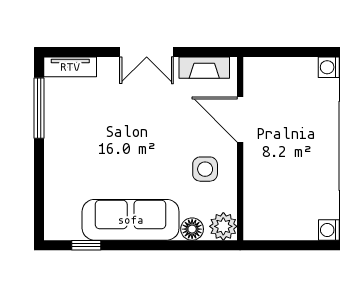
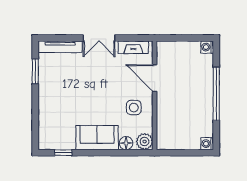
tv unit: (70, 67) -> (60, 47), width x1.41
window: (39, 108) -> (35, 71), width x0.69
sofa: (131, 220) -> (97, 138), width x0.73

